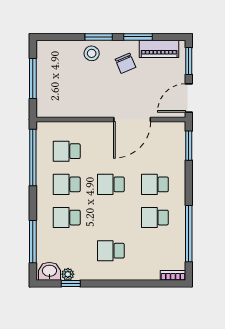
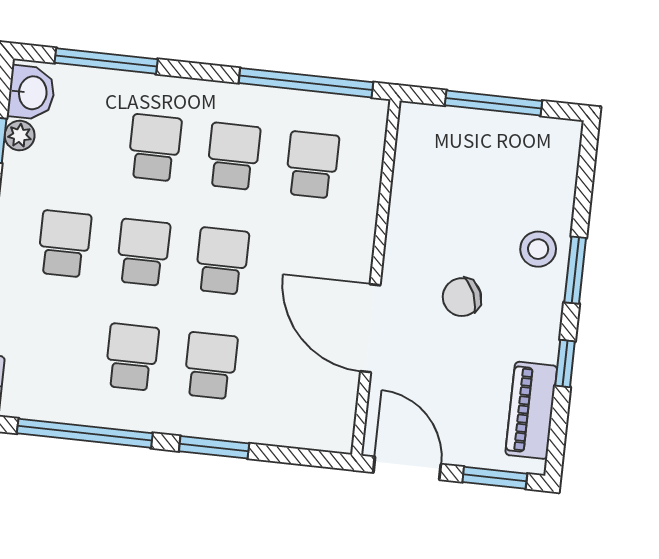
window: (138, 37) -> (565, 364), width x0.67
chair: (125, 63) -> (462, 297), moved
window: (189, 146) -> (214, 447), moved
school desk: (111, 218) -> (143, 252), added

